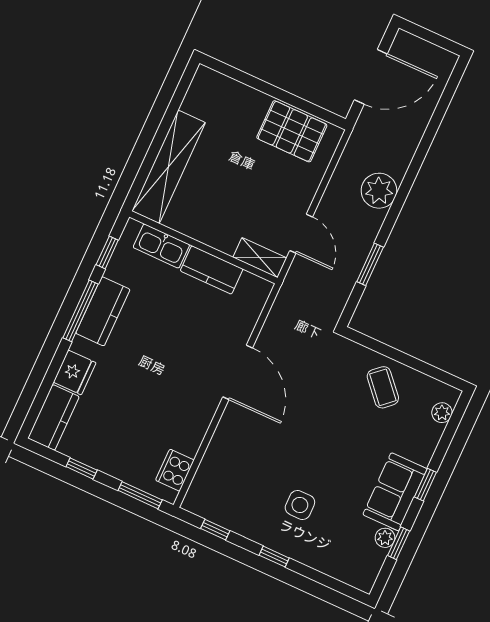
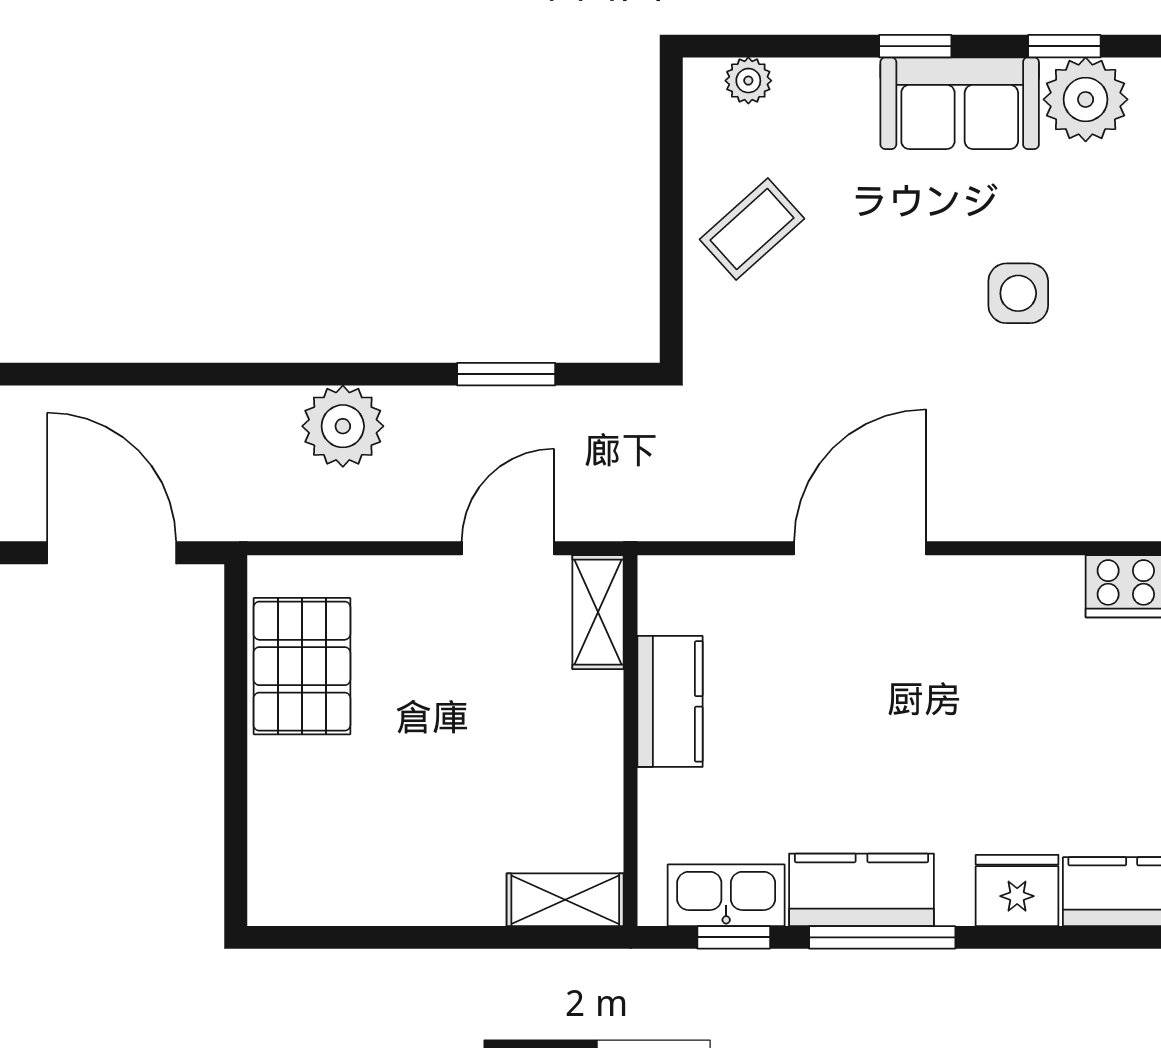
shelving: (169, 167) -> (565, 900), width x0.45, depth x0.75
kitchen sink: (161, 246) -> (726, 895), moved, turned -90
side table: (300, 505) -> (1018, 293), moved
plant: (385, 538) -> (1086, 99), width x1.88, depth x1.88

